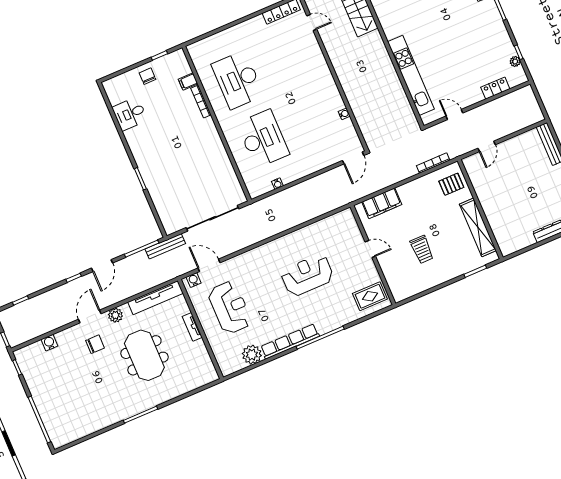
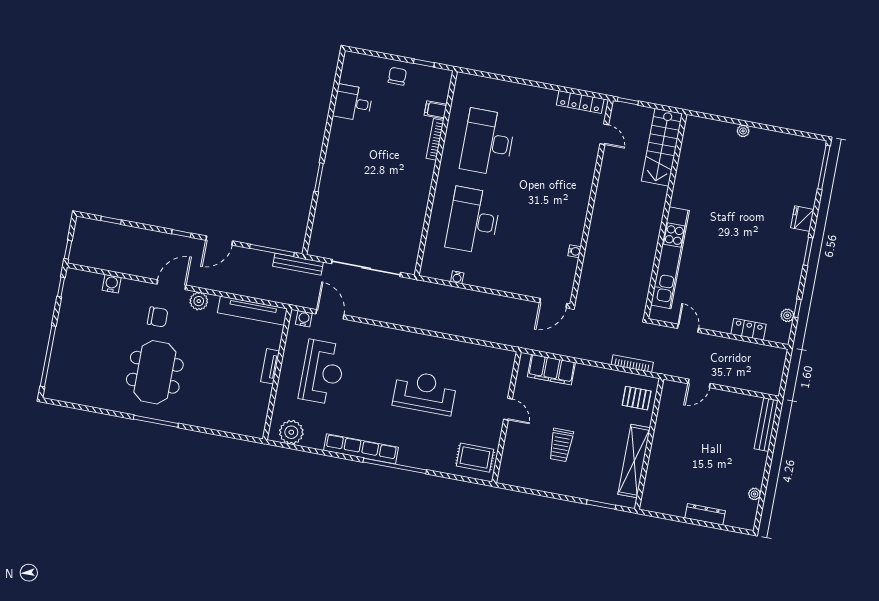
desk: (263, 139) -> (473, 221), turned 180
meeting table: (144, 355) -> (155, 372), moved
plant: (252, 355) -> (291, 432), moved

